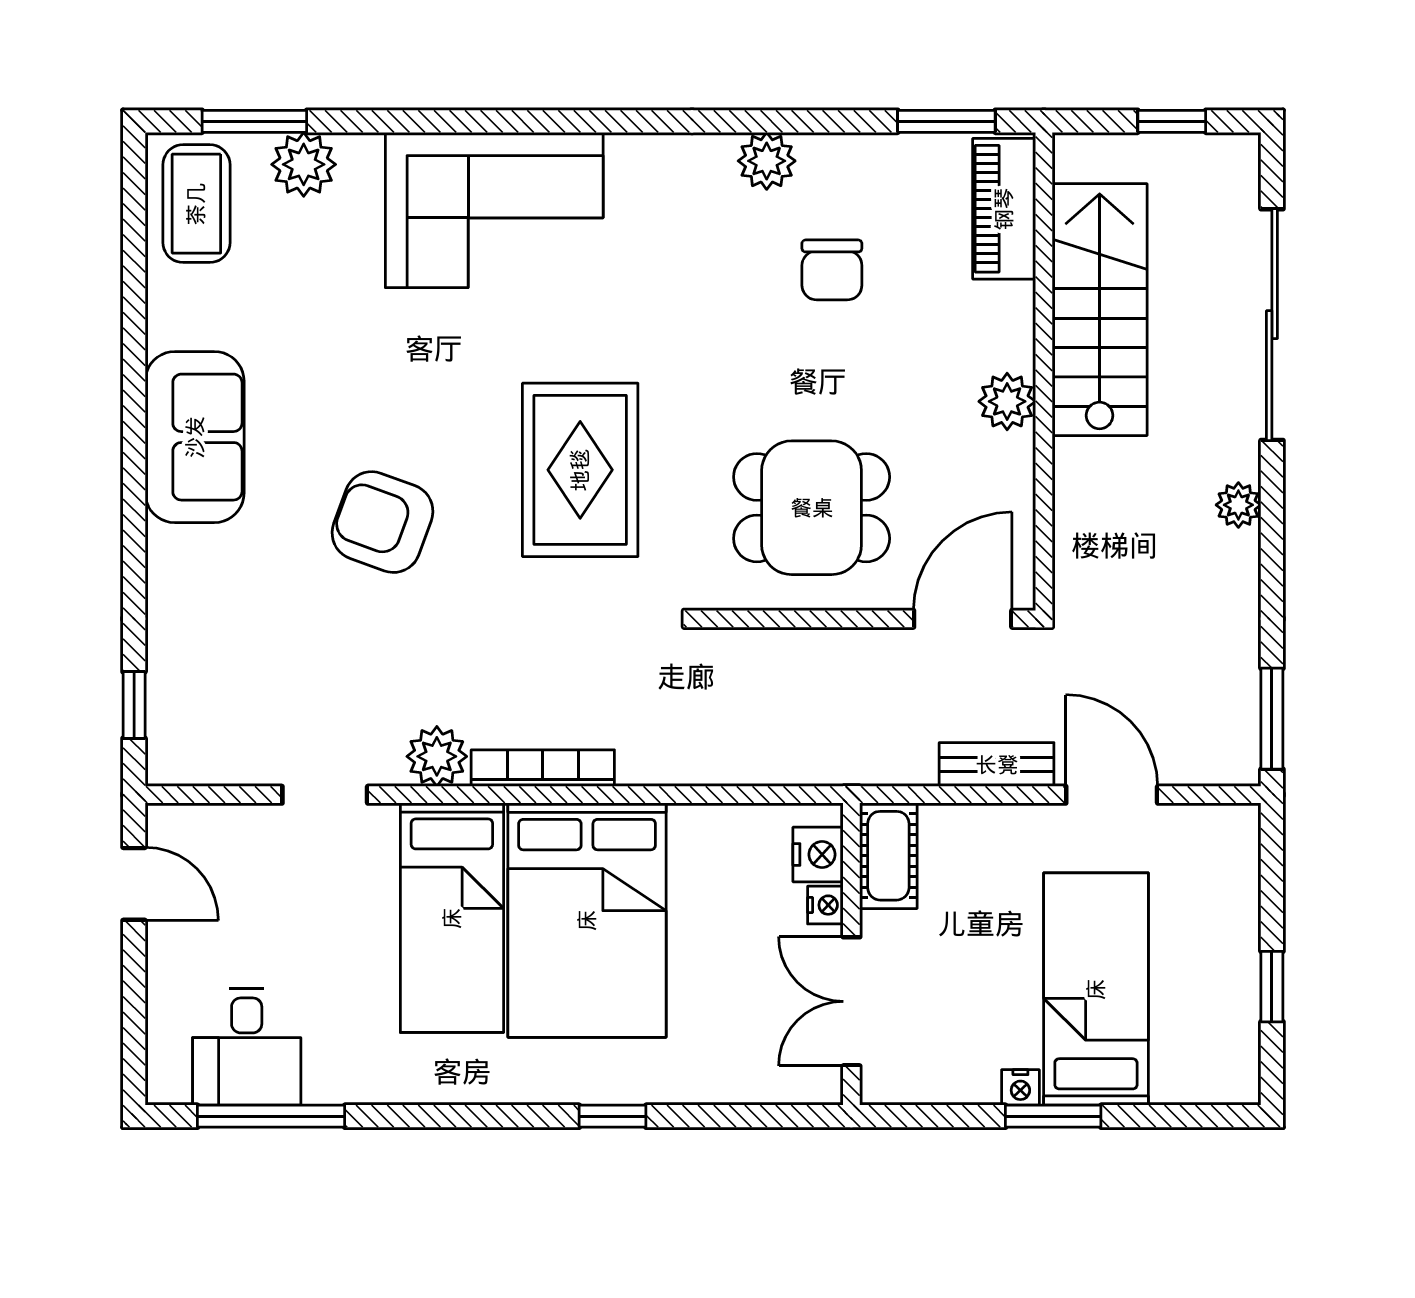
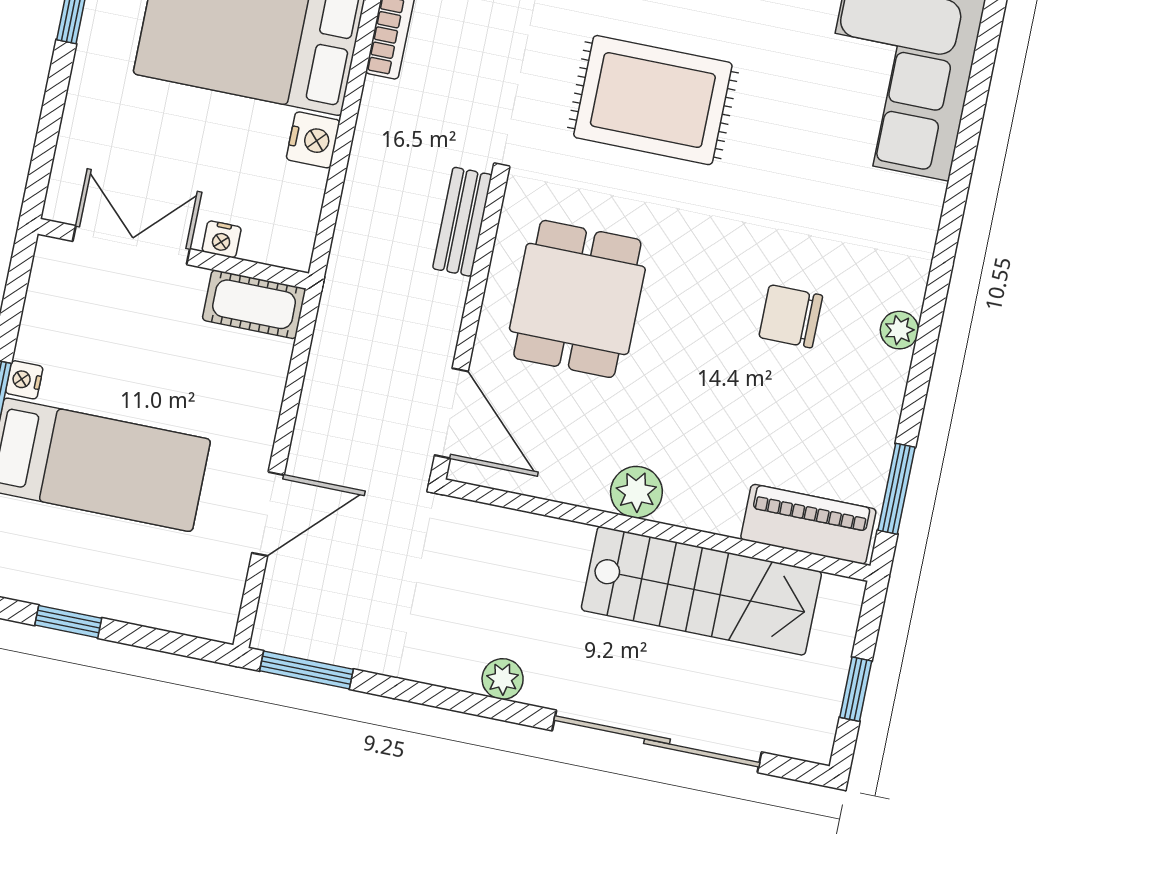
plant: (767, 161) -> (899, 330), width x0.73, depth x0.73
chair: (832, 270) -> (791, 316), moved
bench: (997, 765) -> (462, 222), moved
nightstand: (818, 854) -> (313, 140), moved, turned -90

